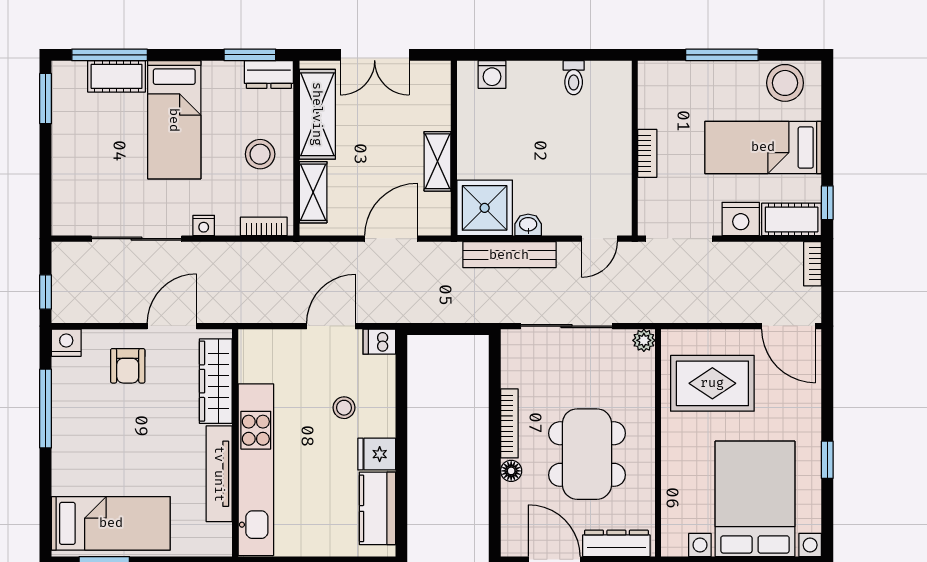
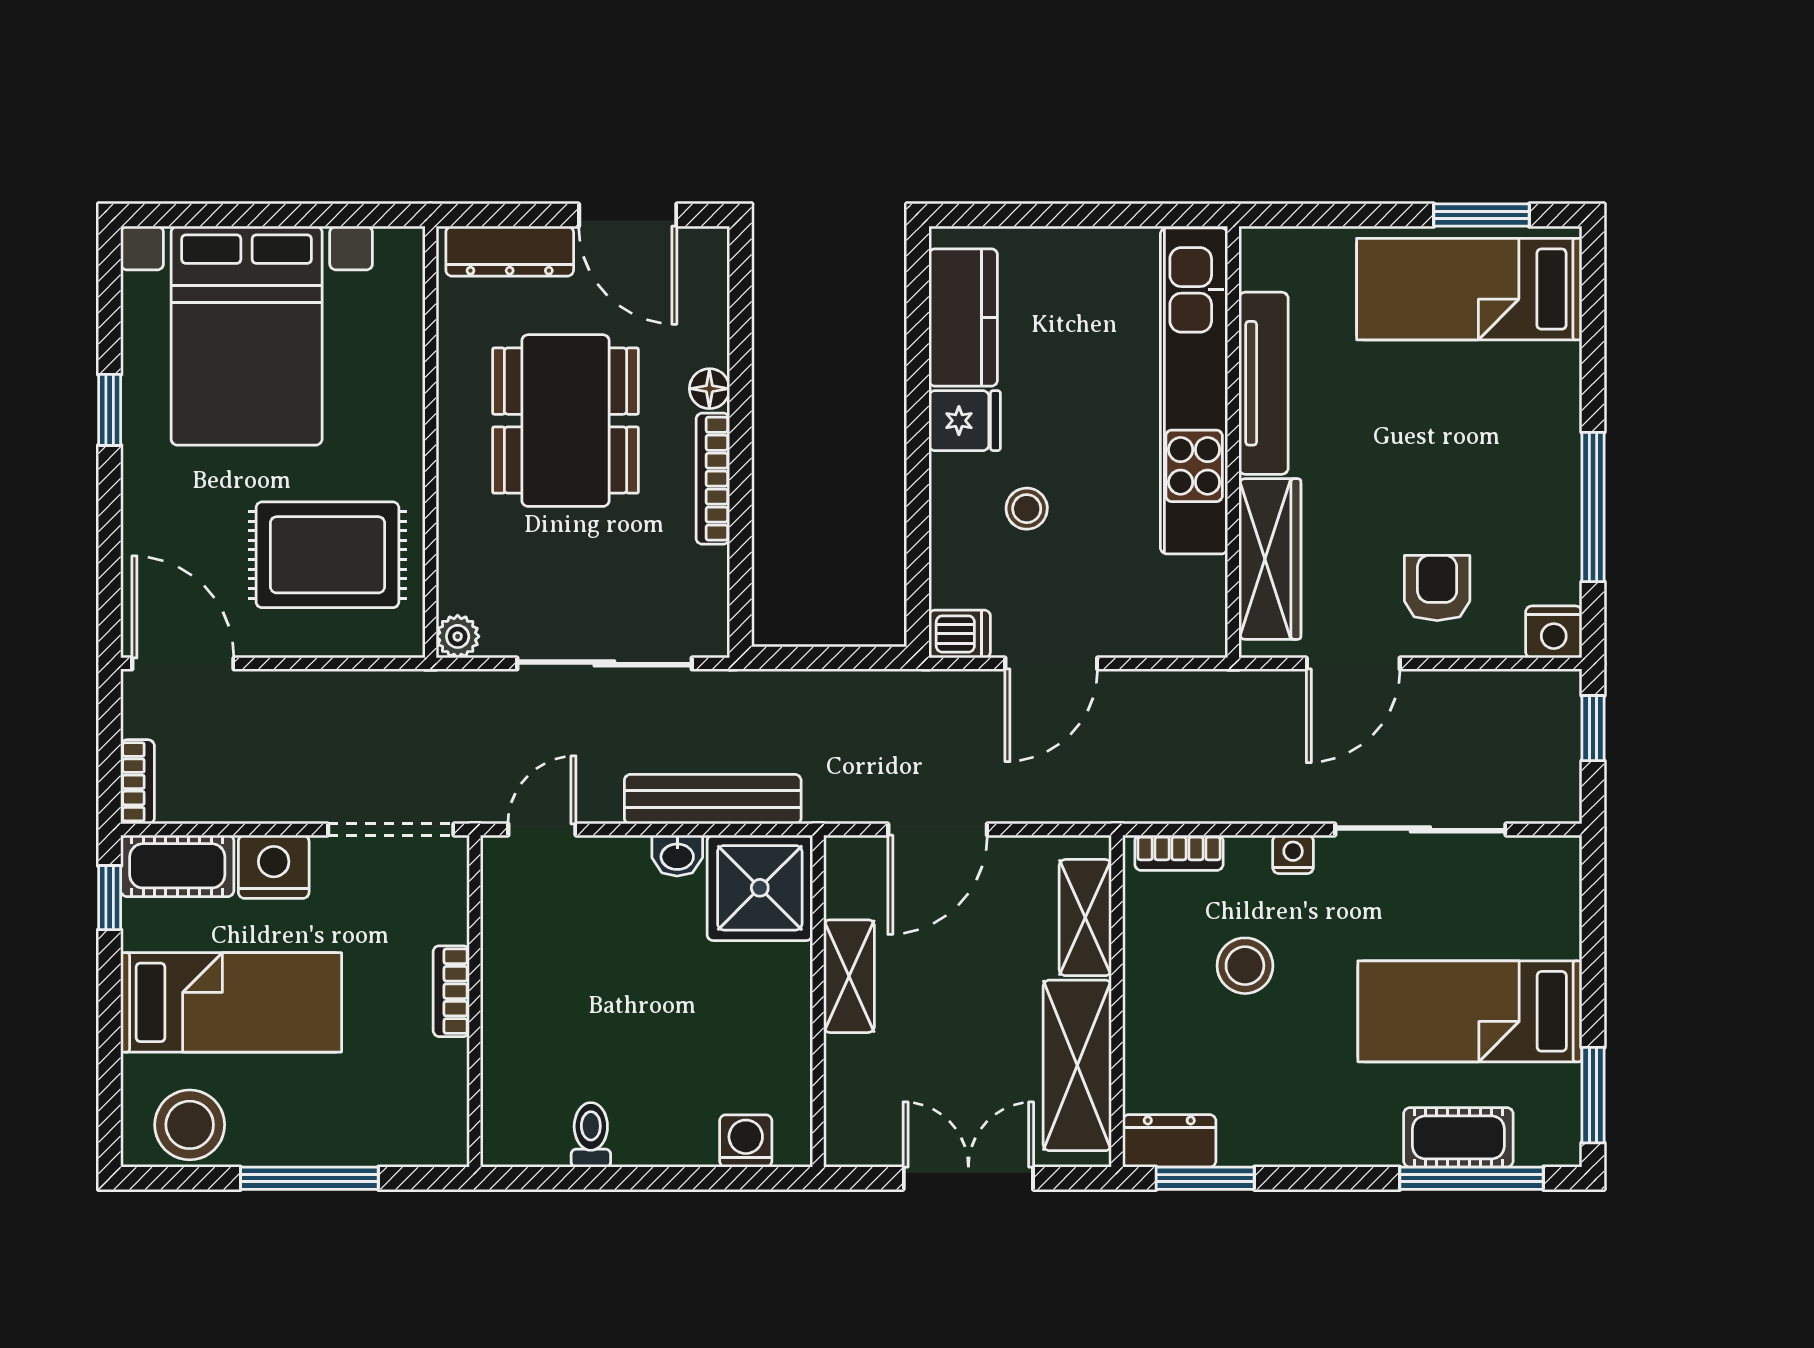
bed: (174, 120) -> (1470, 1011), moved, turned -90
stool: (260, 154) -> (1245, 966), moved

